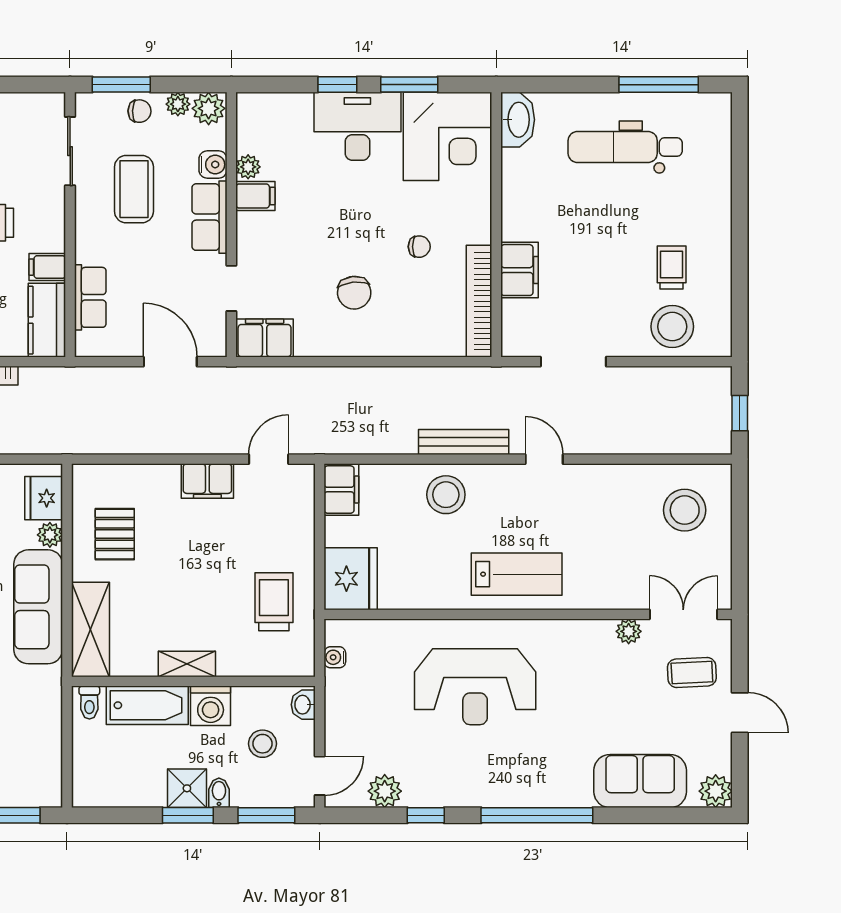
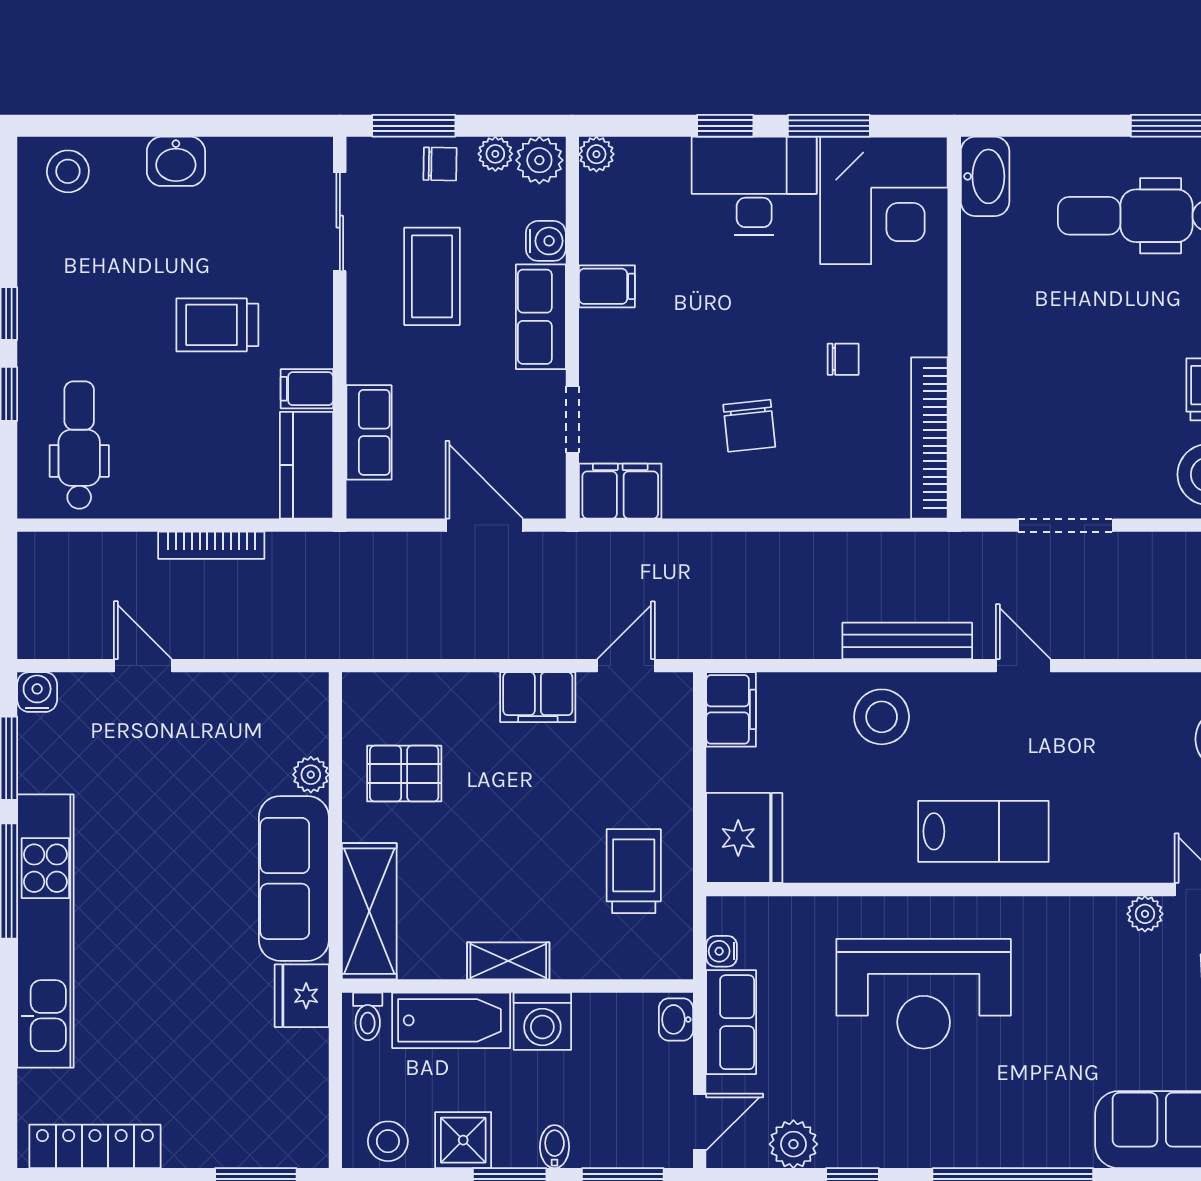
plant: (248, 167) -> (596, 154), moved
filing cabinet: (519, 270) -> (988, 393), removed
fridge: (44, 498) -> (302, 996), moved
pallet: (115, 534) -> (404, 774), turned 90
row of seats: (342, 706) -> (731, 1022), added
stool: (262, 744) -> (388, 1141), moved
shower: (187, 788) -> (463, 1140), moved

